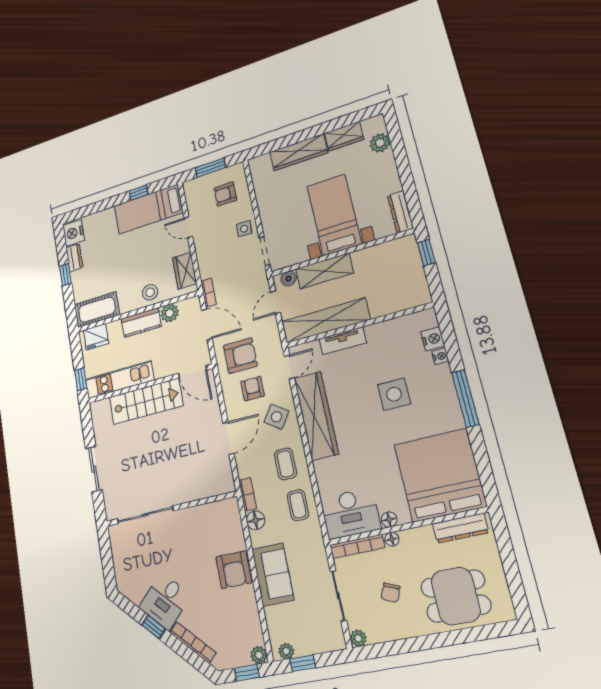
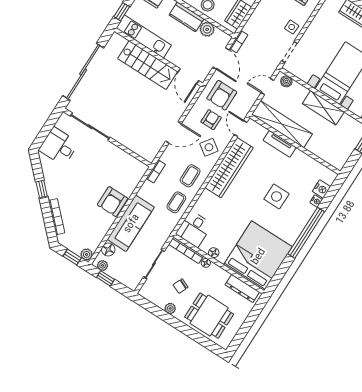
shelving: (324, 271) -> (323, 108), moved
armchair: (240, 356) -> (222, 95), turned 90
door: (289, 367) -> (241, 129), swing flipped
window: (465, 399) -> (306, 233), width x1.46
sliding door: (94, 469) -> (83, 72), width x1.86
desk: (350, 513) -> (194, 229), width x0.73
floor lamp: (255, 520) -> (108, 250), moved
sofa: (273, 575) -> (131, 223), width x1.36
desk: (165, 601) -> (59, 146), moved, turned 45
plant: (358, 638) -> (170, 308), moved

